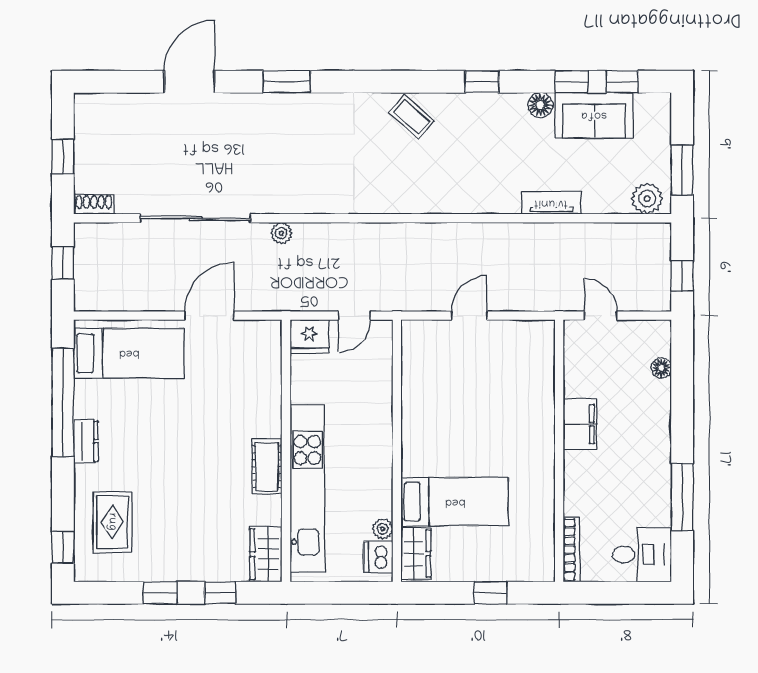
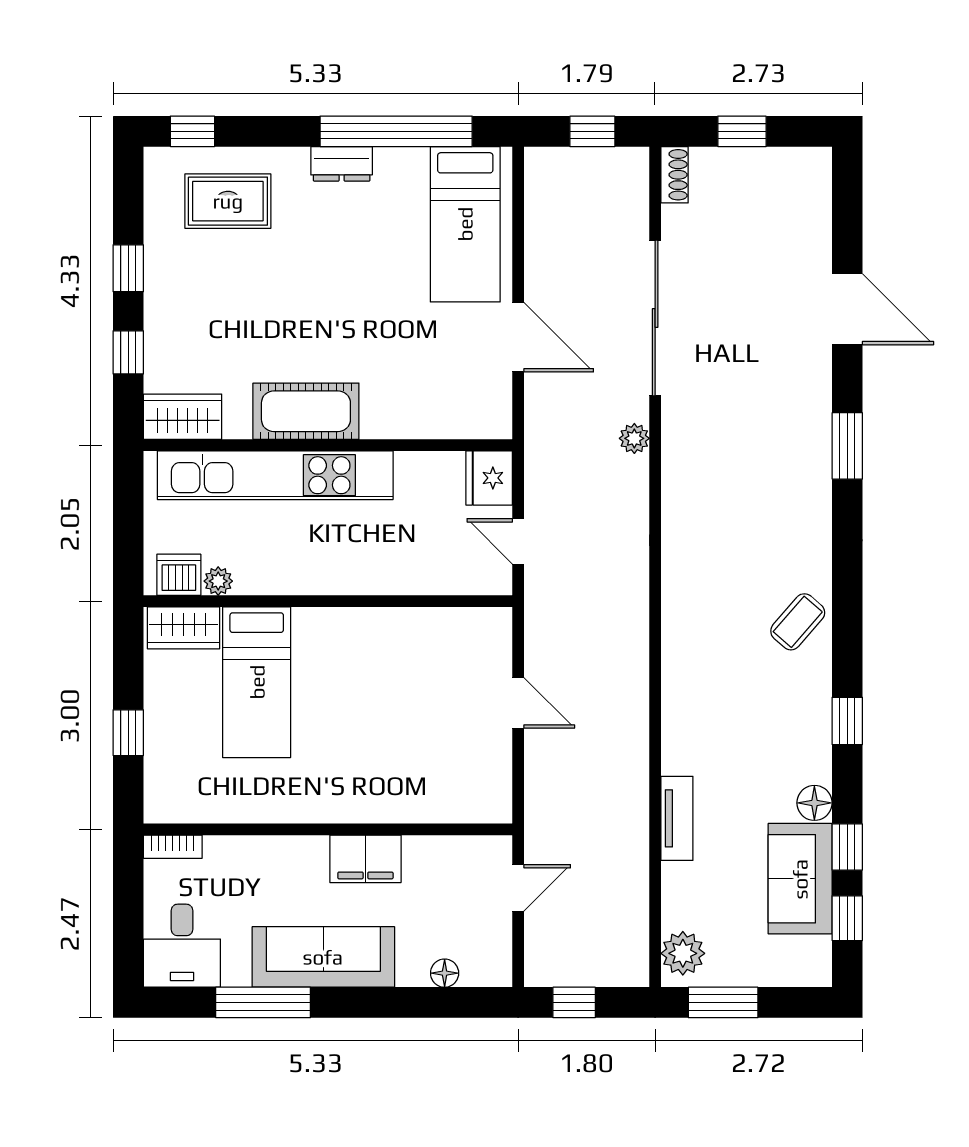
sofa: (650, 454) -> (323, 957), added
cot: (267, 467) -> (306, 411), width x1.37, depth x1.34
bookcase: (571, 549) -> (173, 847), width x0.64

